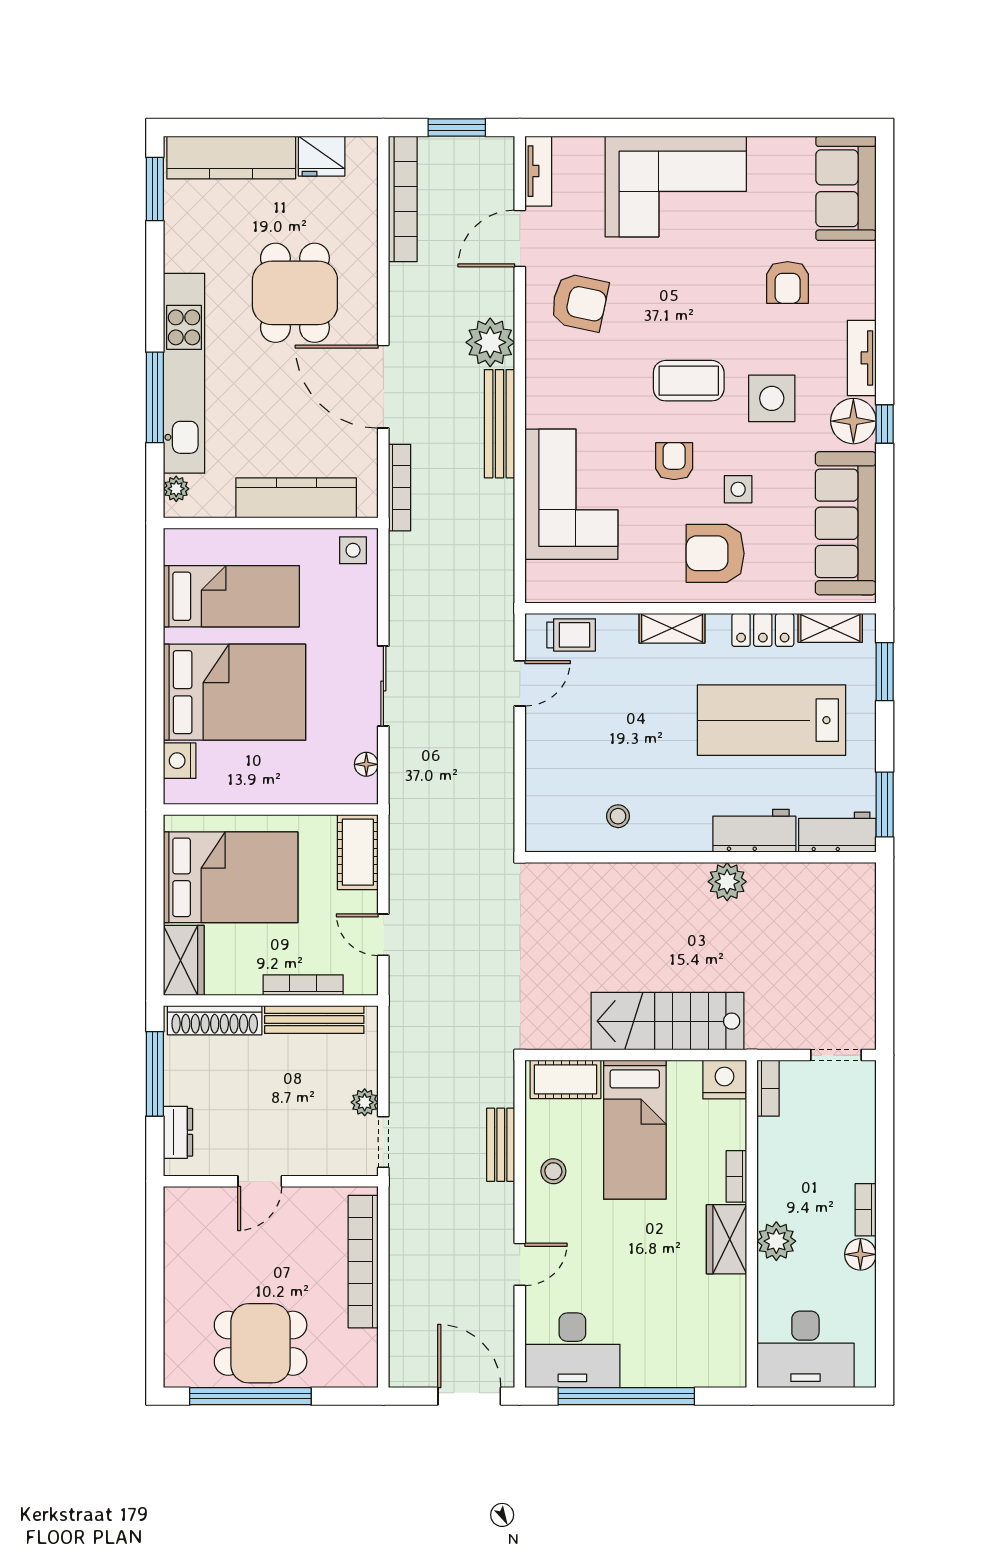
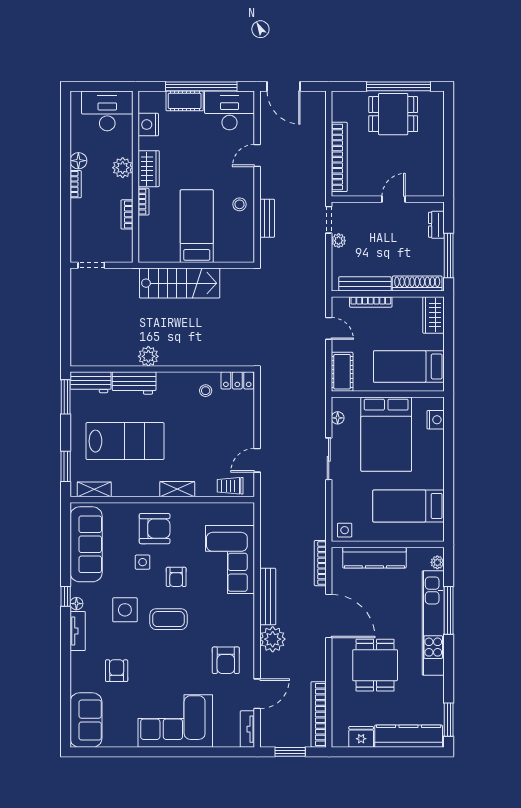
armchair: (579, 302) -> (226, 660), turned -102
floor lamp: (853, 421) -> (76, 604), width x0.53, depth x0.53
locker: (763, 630) -> (237, 380), moved, turned 180
bed: (235, 692) -> (386, 434), moved, turned -90
bed: (231, 877) -> (409, 367), width x0.67
cot: (565, 1079) -> (185, 101), moved
nightstand: (724, 1080) -> (148, 125), moved, turned 90
bookcase: (768, 1088) -> (127, 214), moved

